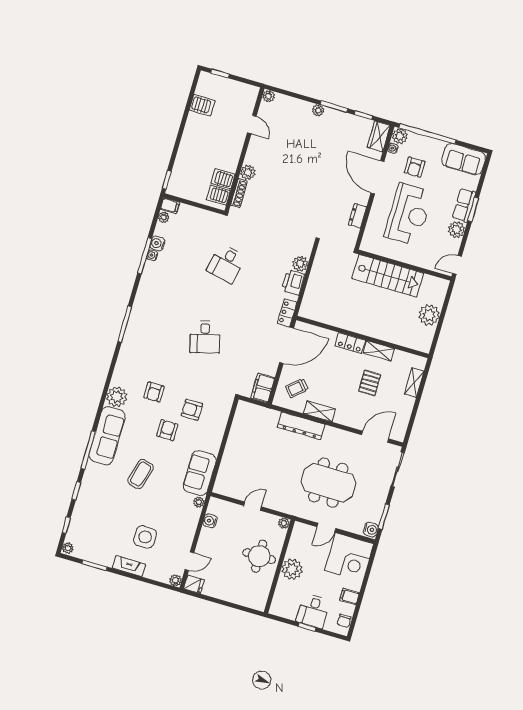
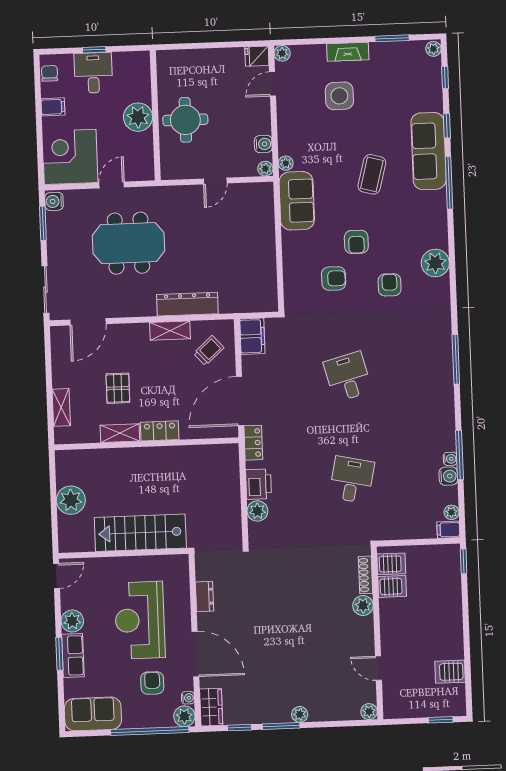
sofa: (107, 436) -> (429, 151), moved
plant: (284, 523) -> (265, 169), moved

